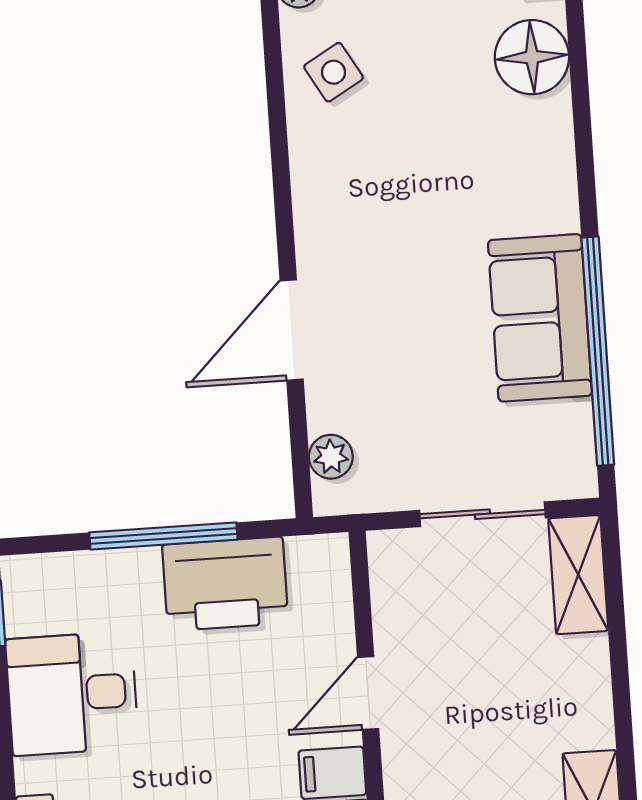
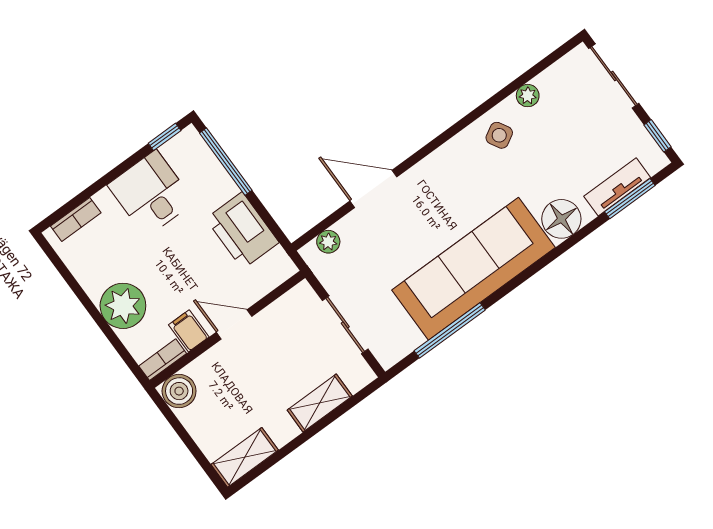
sofa: (540, 318) -> (473, 269), width x1.85, depth x1.27
window: (598, 351) -> (450, 330), width x0.68
window: (163, 536) -> (226, 162), moved
shelving: (578, 575) -> (320, 403), moved

